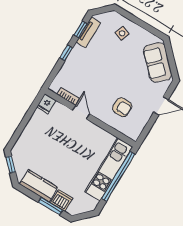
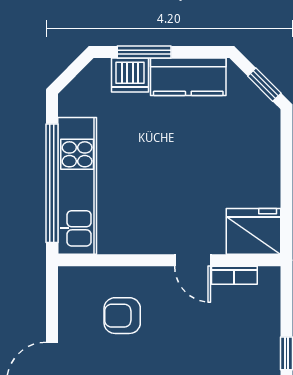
fridge: (46, 104) -> (254, 231), width x1.88, depth x1.34

